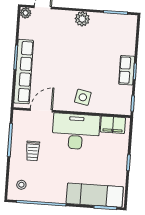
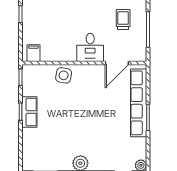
side table: (83, 97) -> (64, 75), moved
filing cabinet: (113, 125) -> (34, 53), width x0.50
desk: (76, 132) -> (90, 47), width x0.53, depth x0.77

